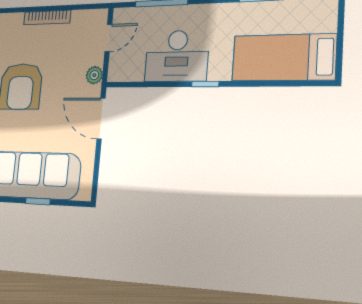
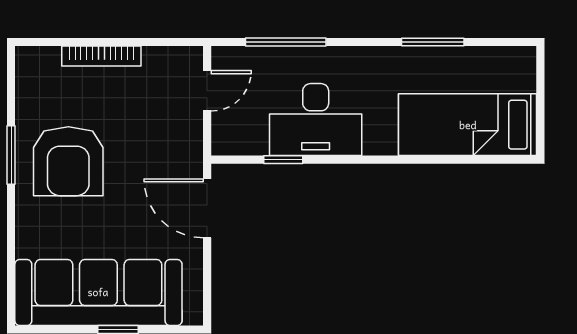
plant: (94, 75) -> (190, 145), removed
window: (205, 84) -> (283, 160), moved

